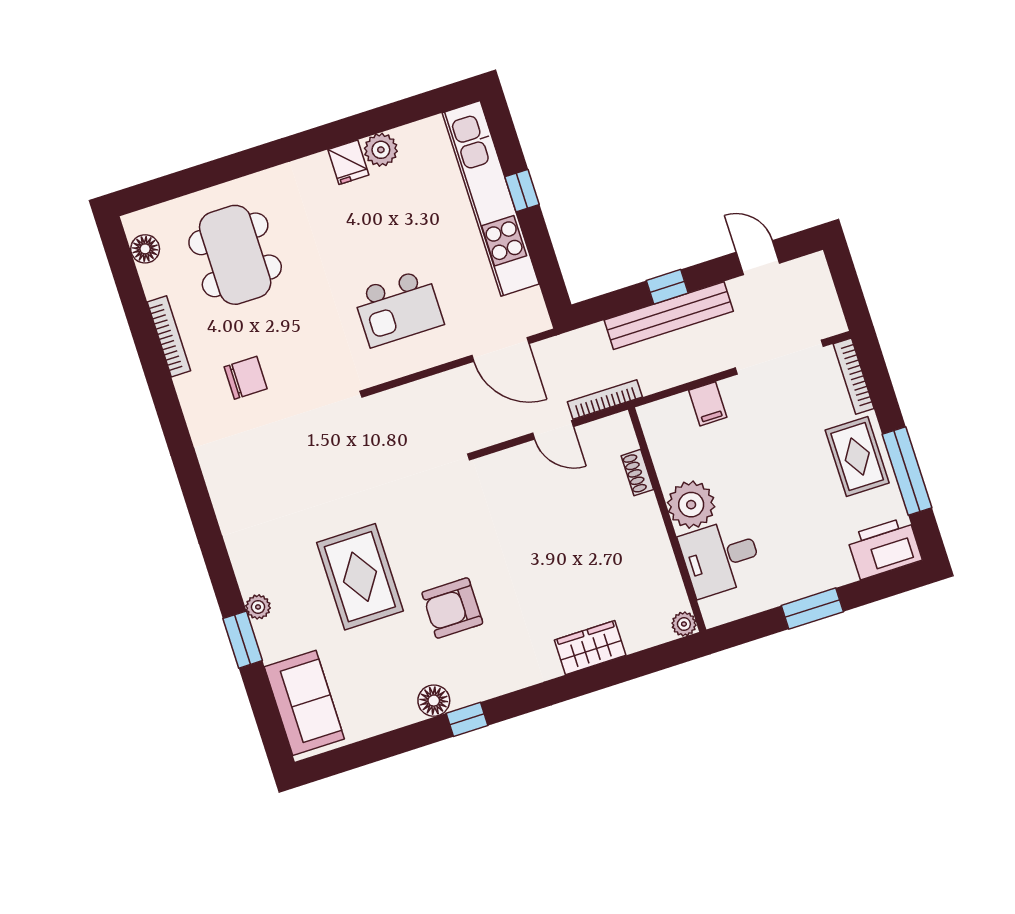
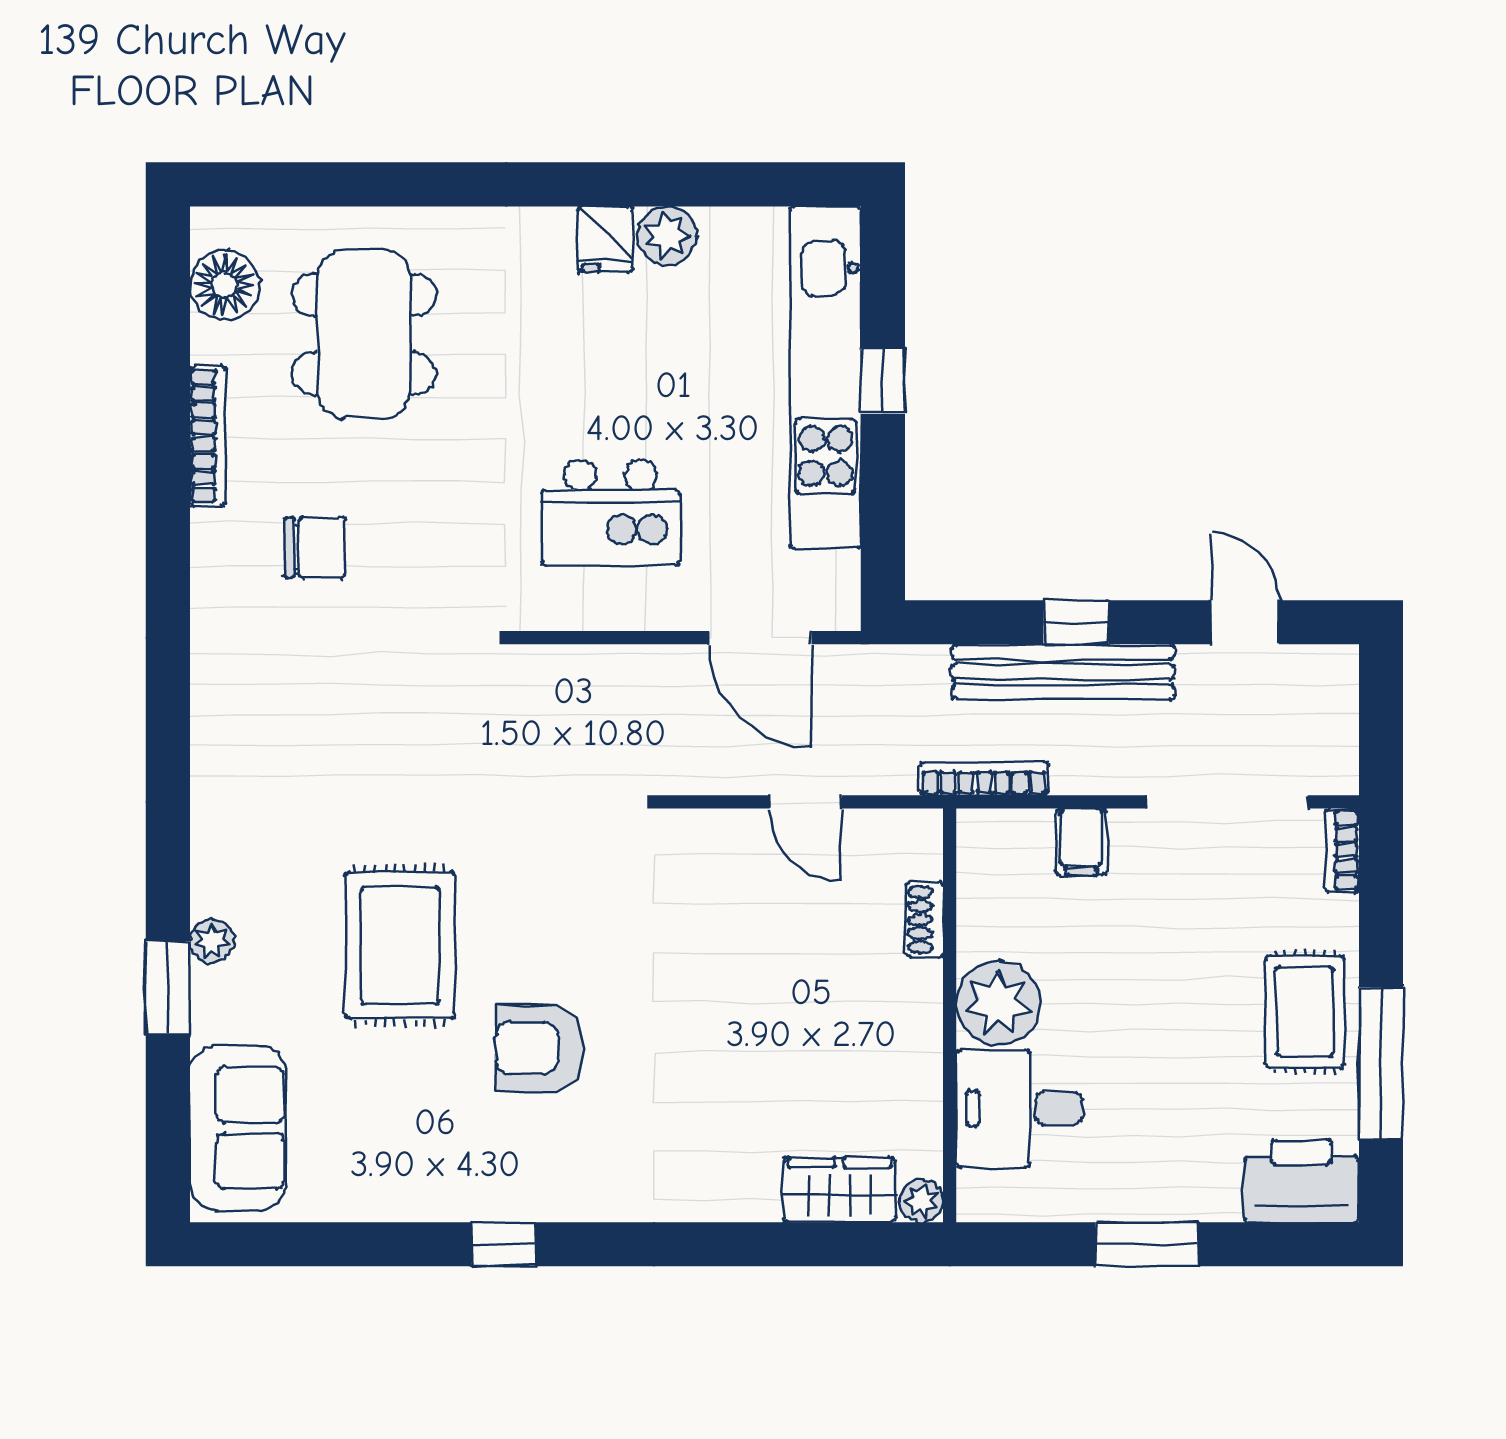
floor lamp: (145, 249) -> (225, 285), width x1.38, depth x1.38
bookcase: (854, 376) -> (1342, 851), width x0.64
bookcase: (605, 399) -> (984, 779), moved
wardrobe: (590, 648) -> (839, 1190), moved
floor lamp: (434, 701) -> (458, 1194), removed

